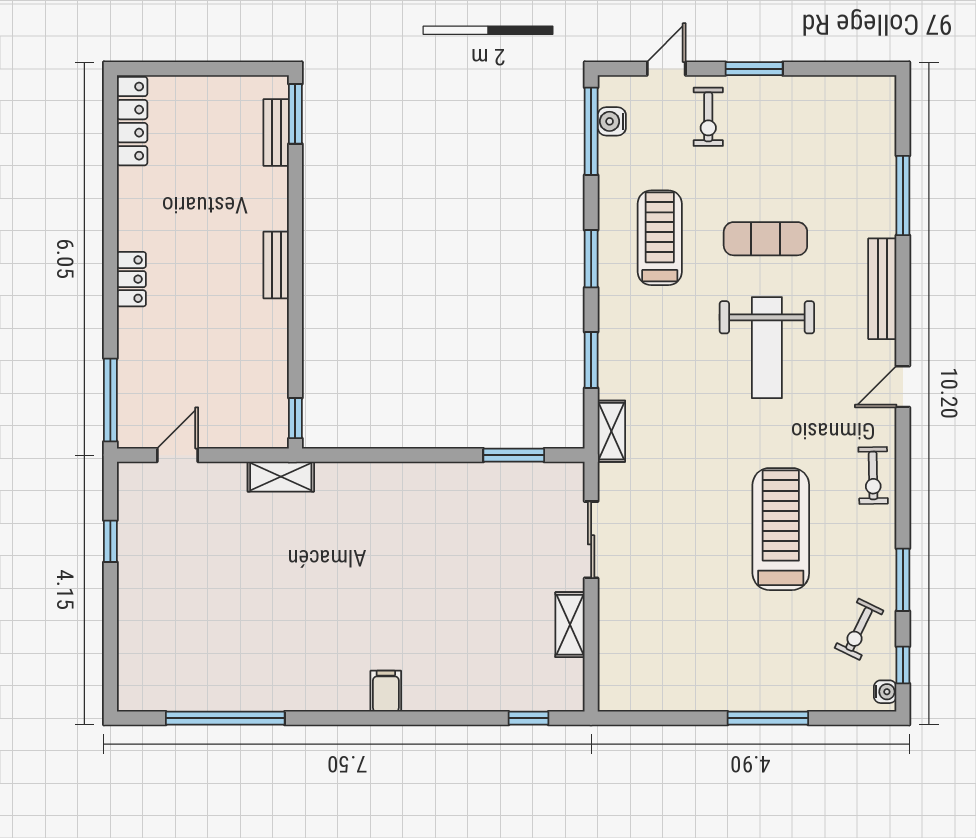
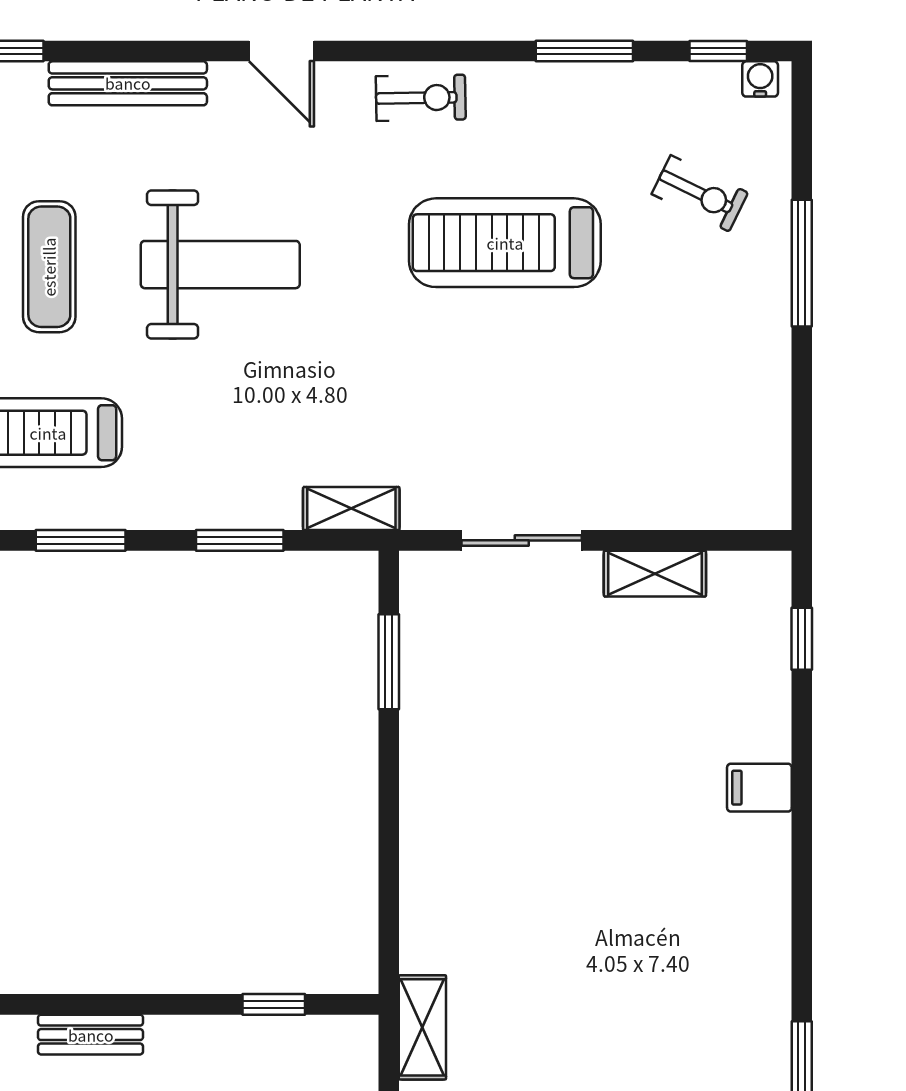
window: (295, 418) -> (274, 1004), moved
exercise bike: (859, 629) -> (700, 193), moved
filing cabinet: (386, 691) -> (759, 788), moved

